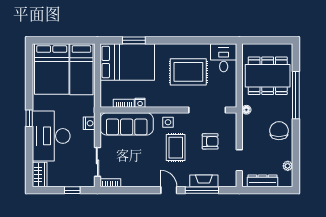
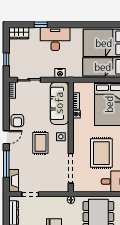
window: (29, 118) -> (41, 25), moved
desk: (51, 136) -> (55, 39), width x0.73, depth x0.77
armchair: (210, 141) -> (17, 121), moved
rug: (176, 148) -> (40, 143), turned 90
fireplace: (204, 181) -> (14, 181), moved

